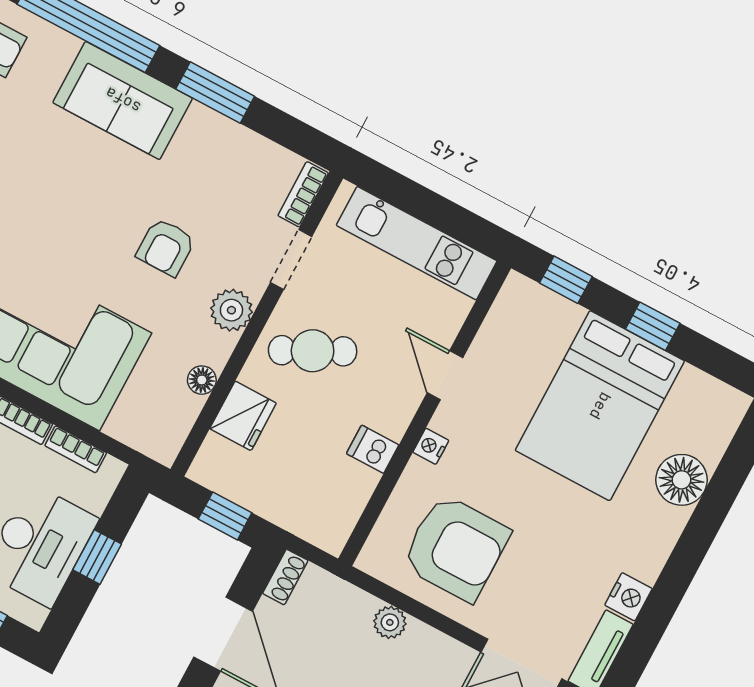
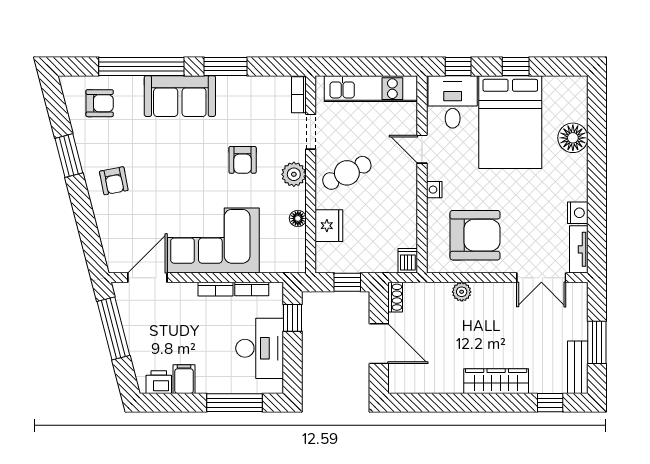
desk: (529, 329) -> (453, 102), added
dishwasher: (373, 449) -> (408, 261), moved, turned 90
window: (97, 557) -> (293, 318), moved

